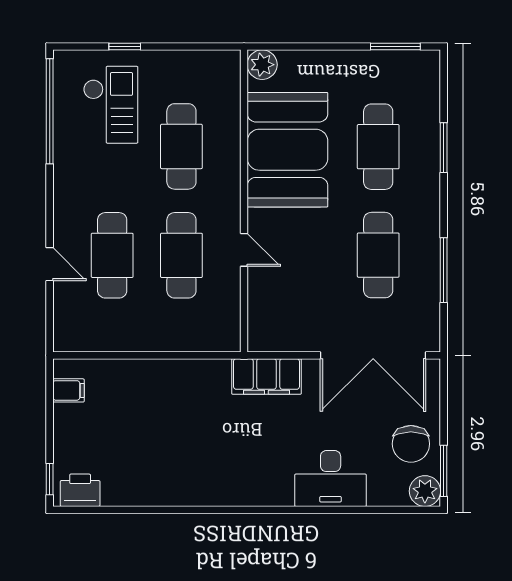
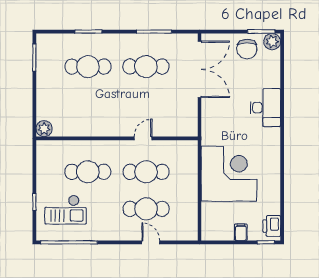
checkout: (111, 105) -> (66, 210), turned 180
booth: (287, 150) -> (90, 115), removed
door: (50, 264) -> (151, 242), hinge flipped
filing cabinet: (266, 376) -> (211, 126), removed
filing cabinet: (68, 390) -> (241, 232), moved
corner desk: (178, 410) -> (229, 174), added
chair: (411, 444) -> (247, 49), turned 90
desk: (331, 478) -> (265, 108), moved

